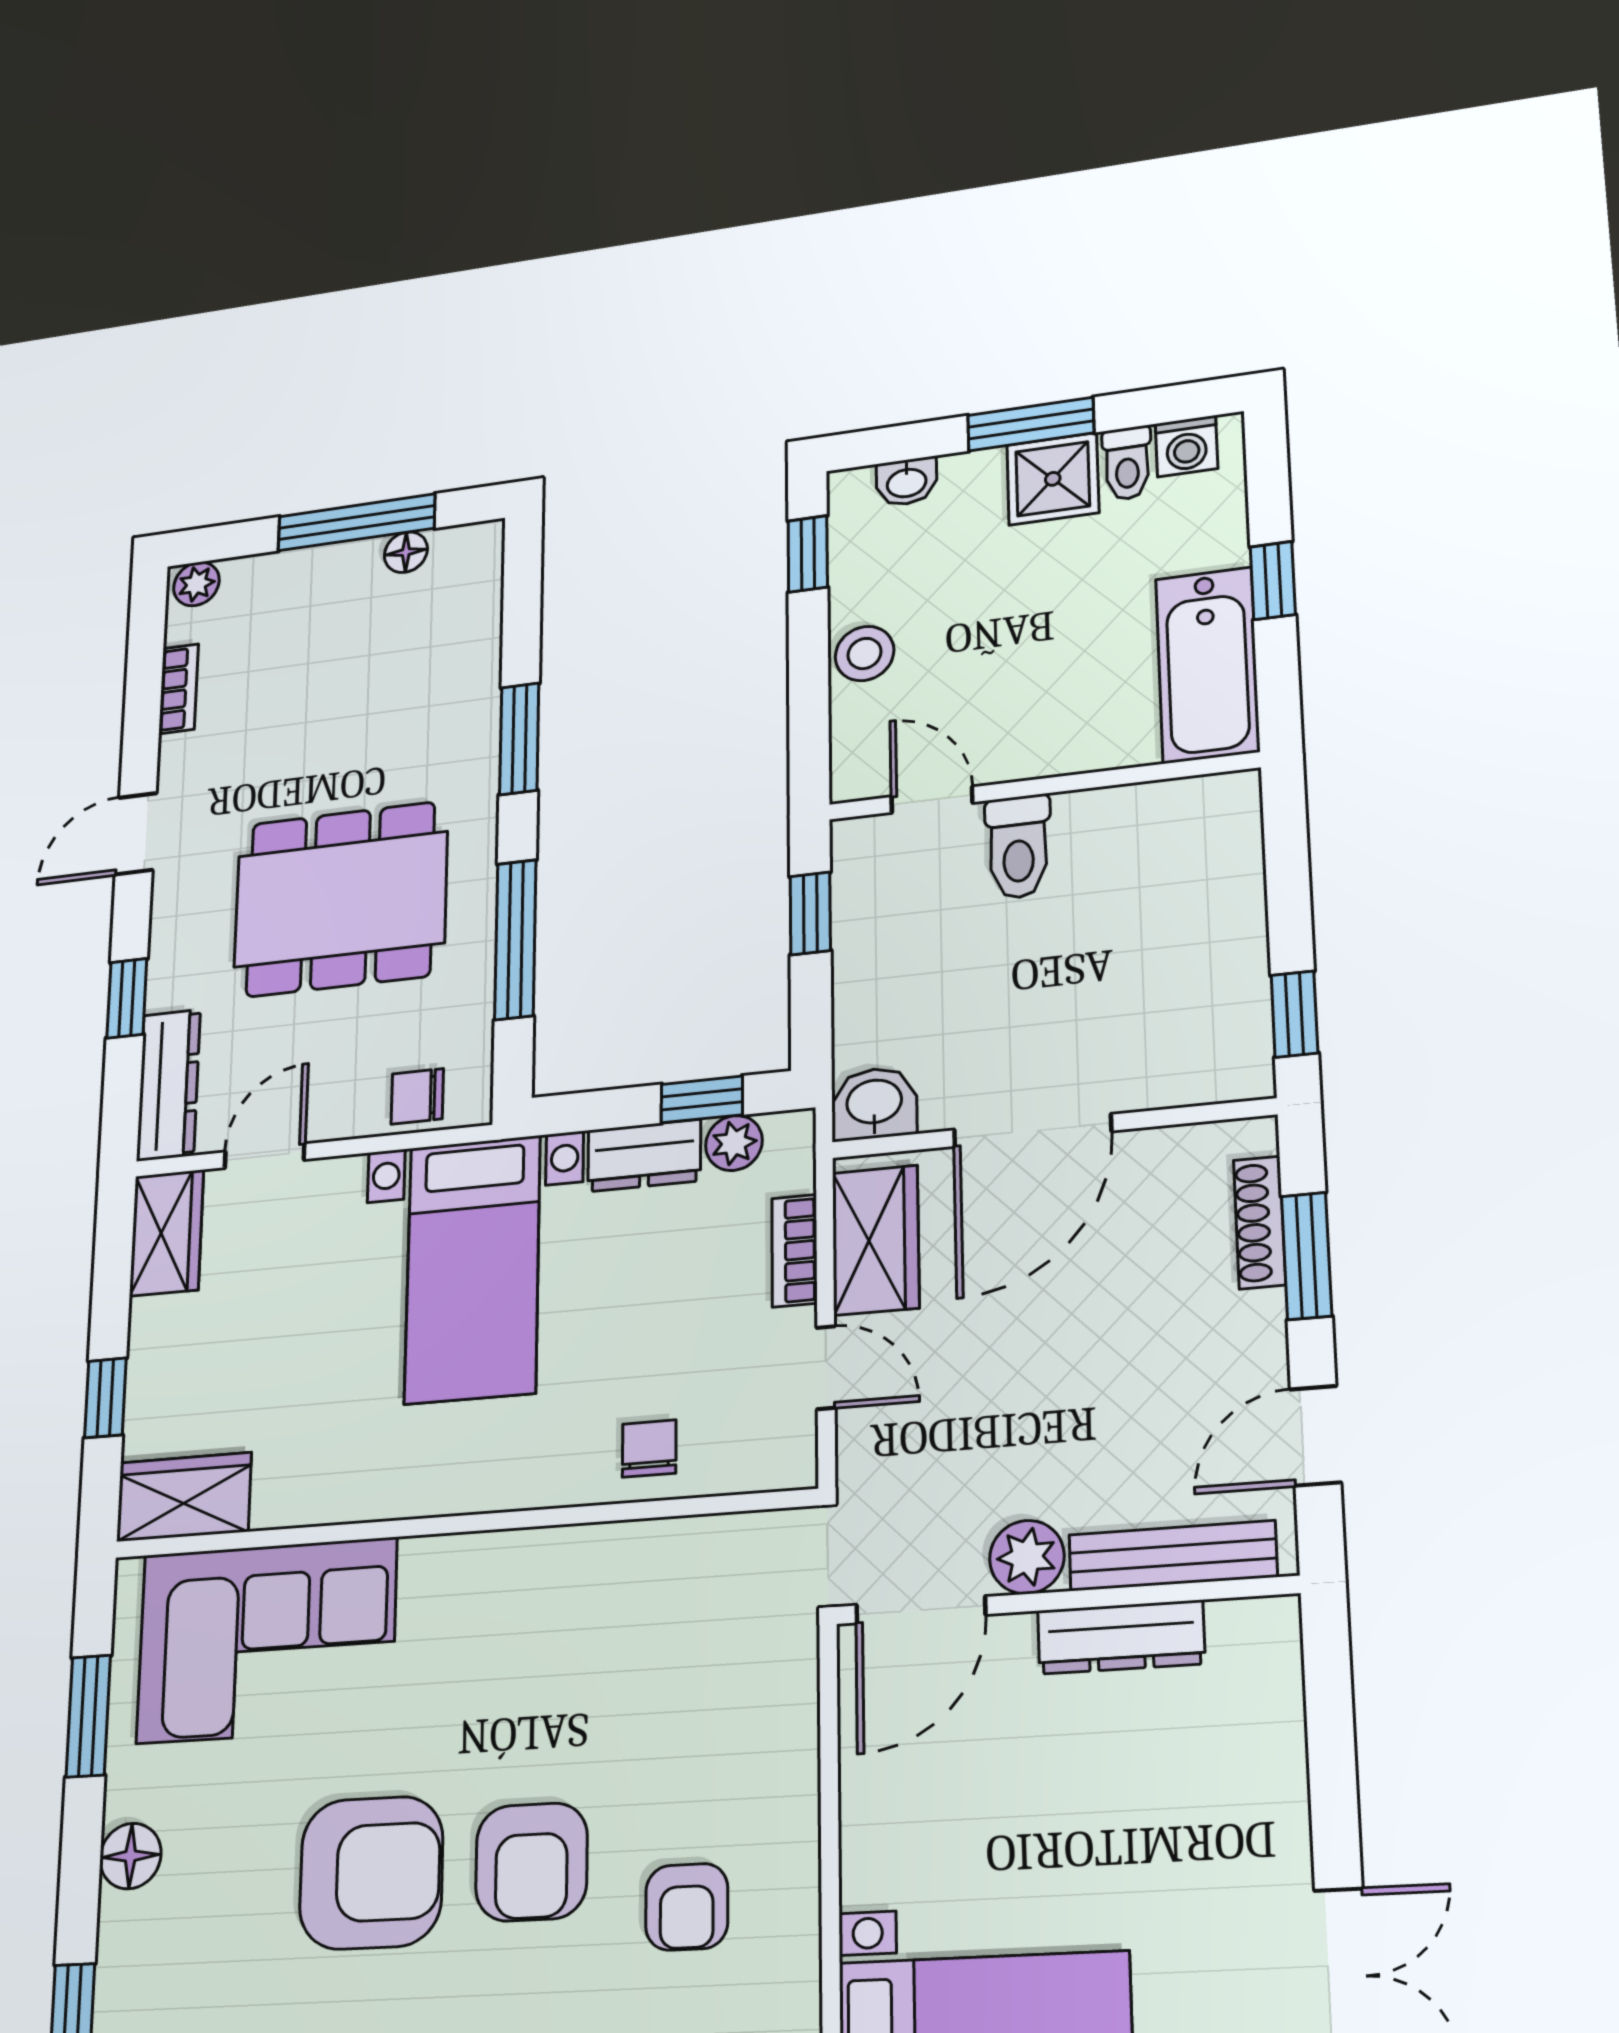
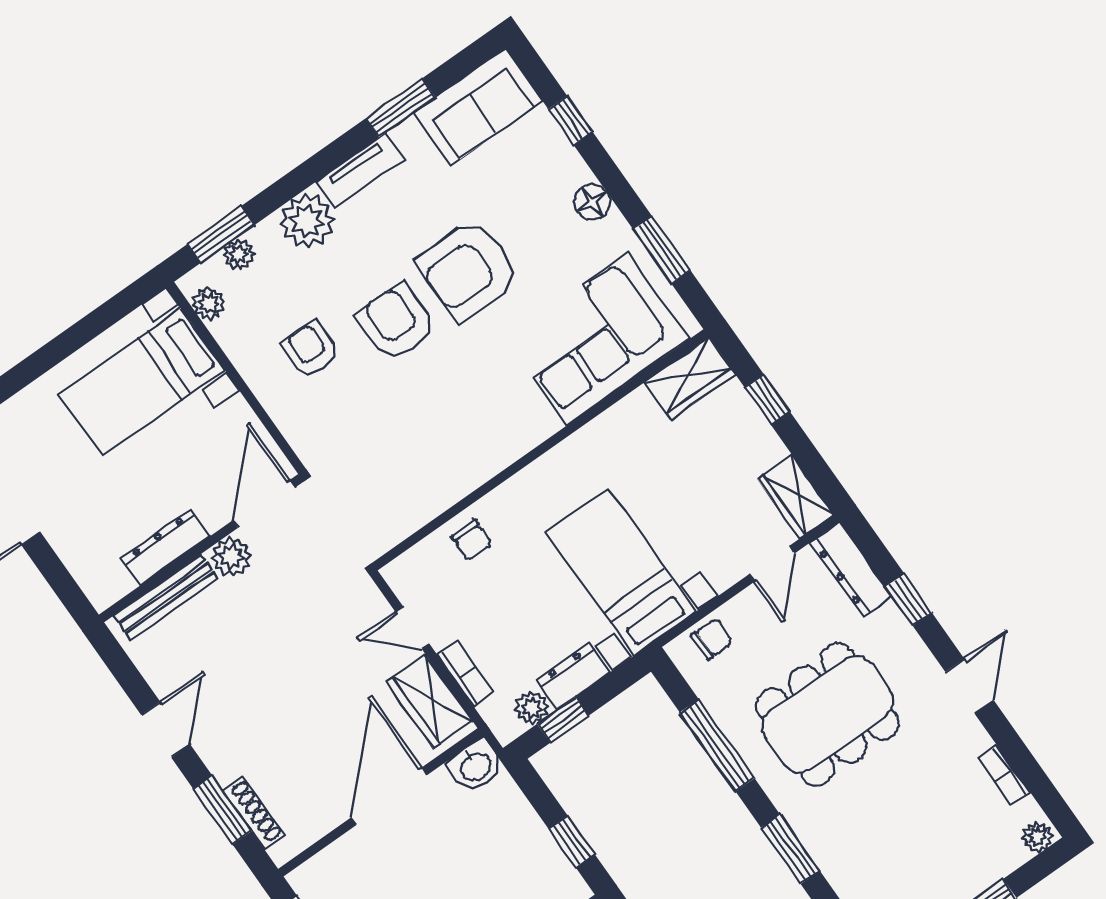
bench: (1173, 1556) -> (166, 597), moved
plant: (1027, 1557) -> (231, 557), moved
wall: (1065, 1600) -> (201, 548), moved
door: (921, 1610) -> (264, 504), moved
dresser: (1121, 1637) -> (165, 547), moved

